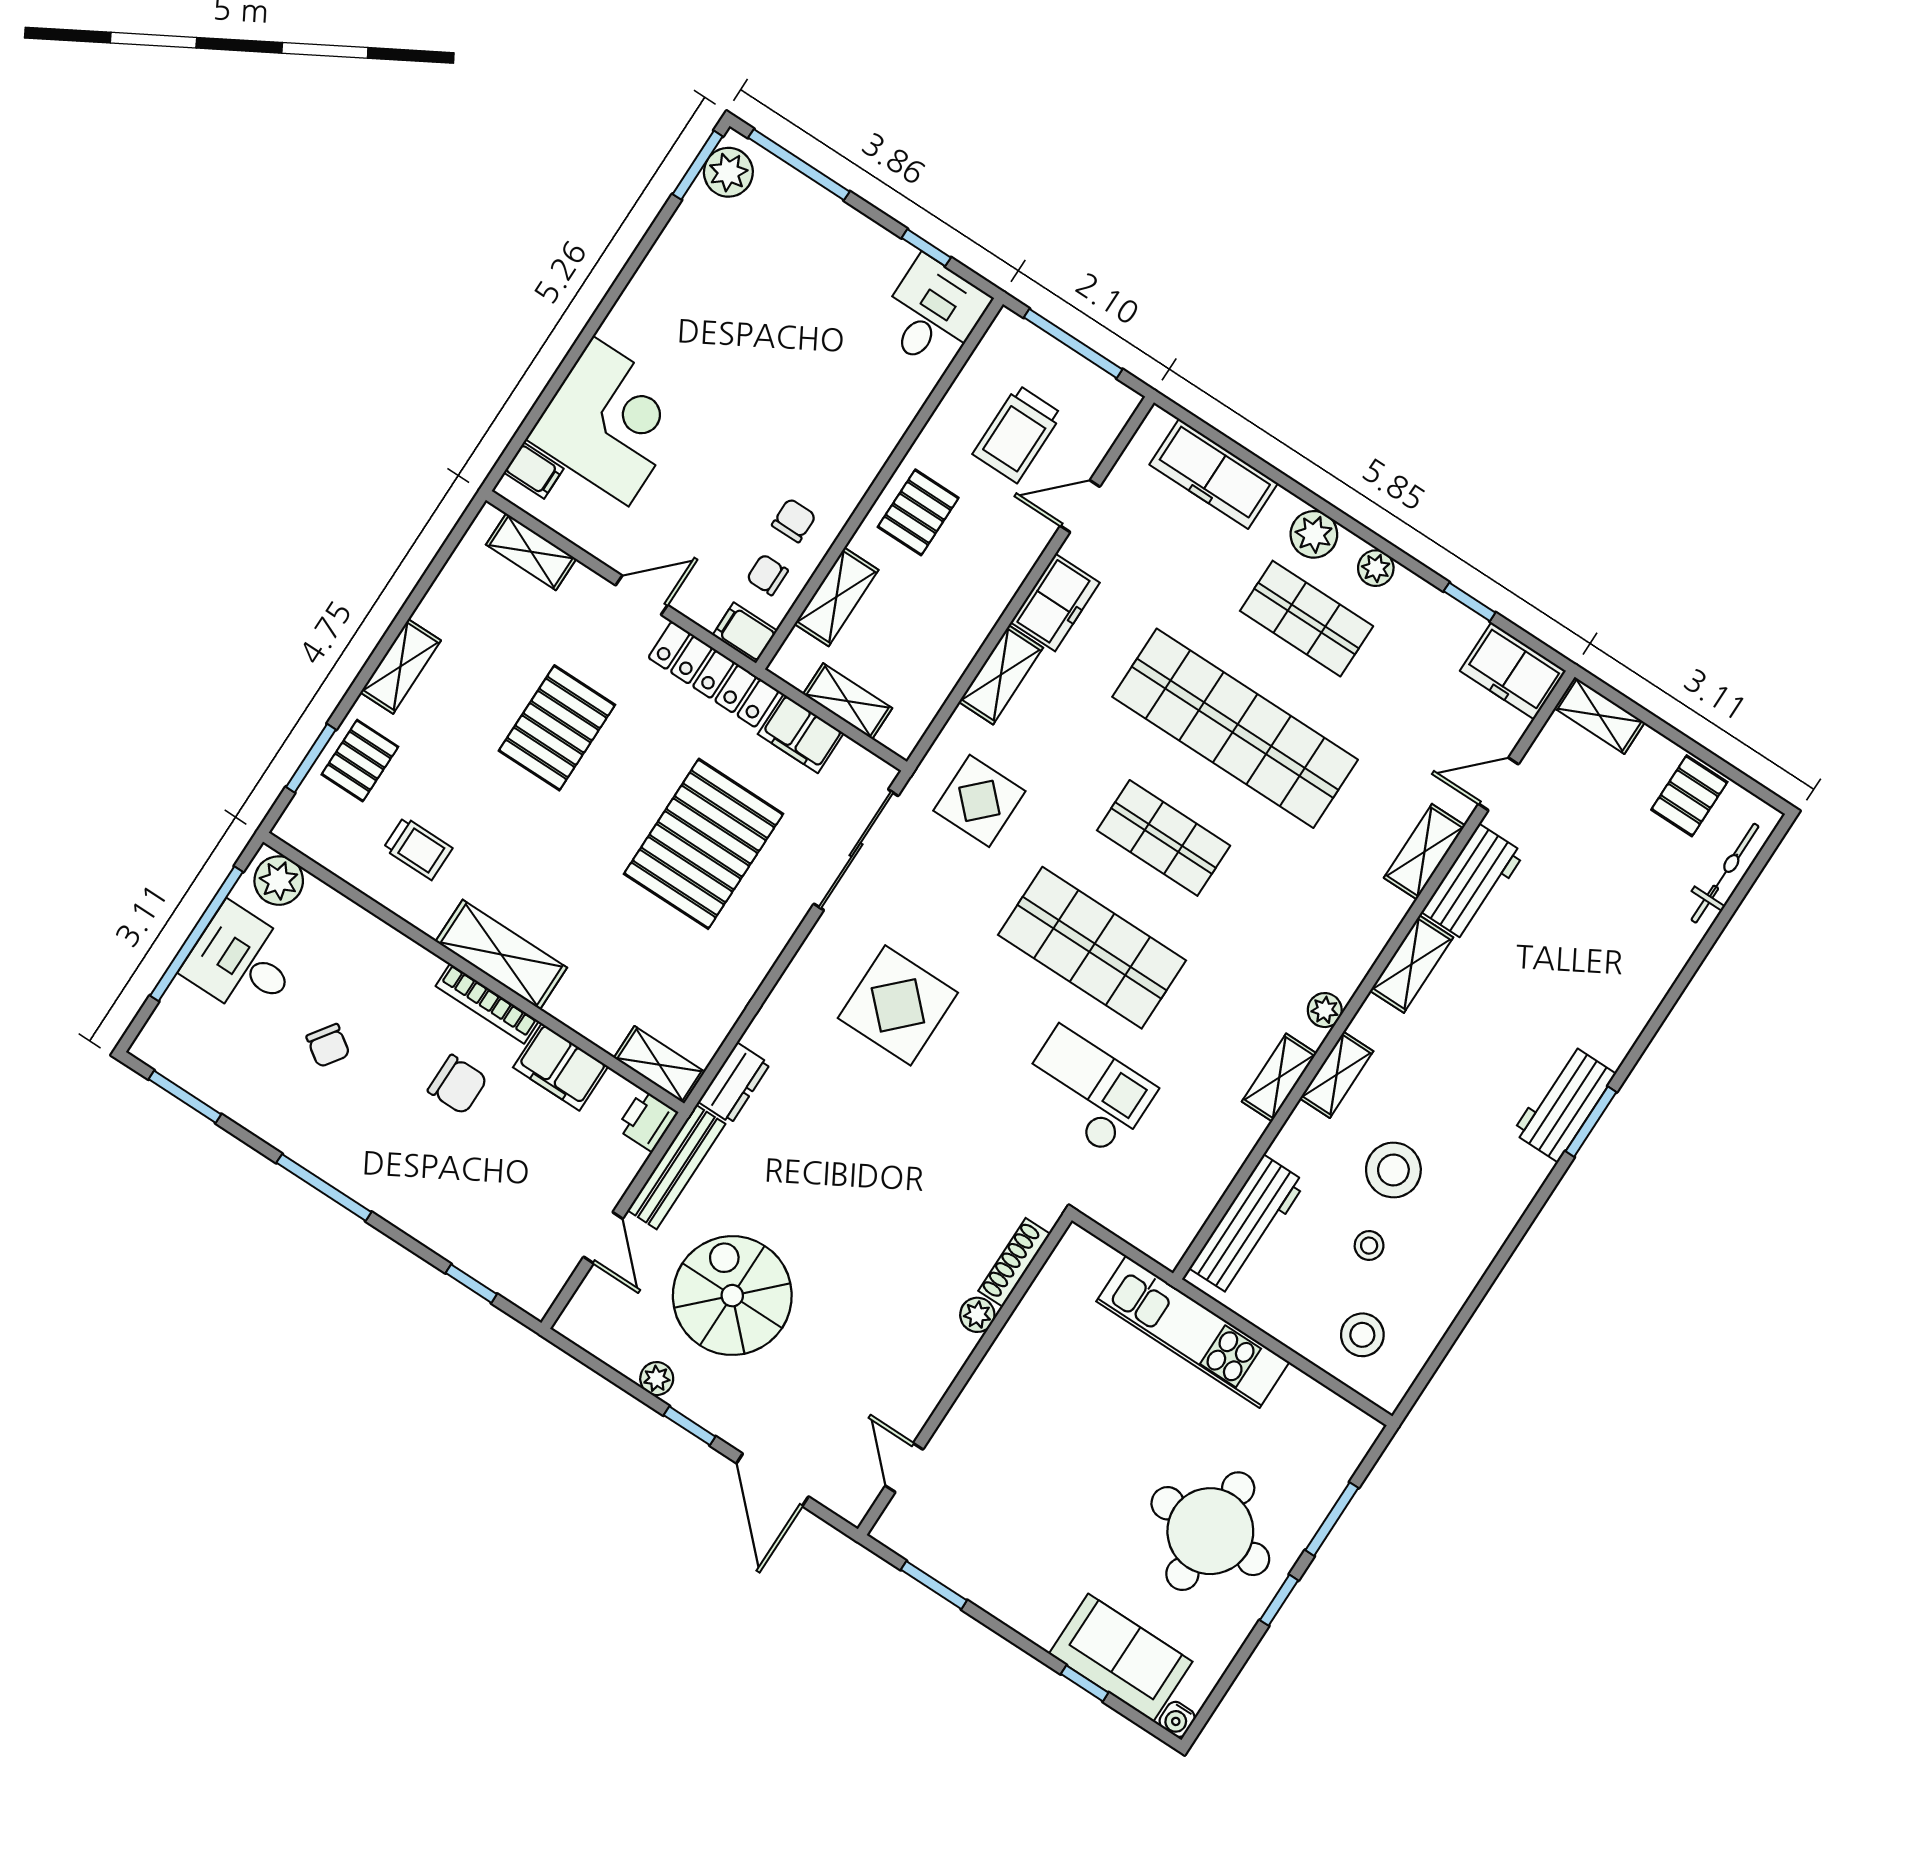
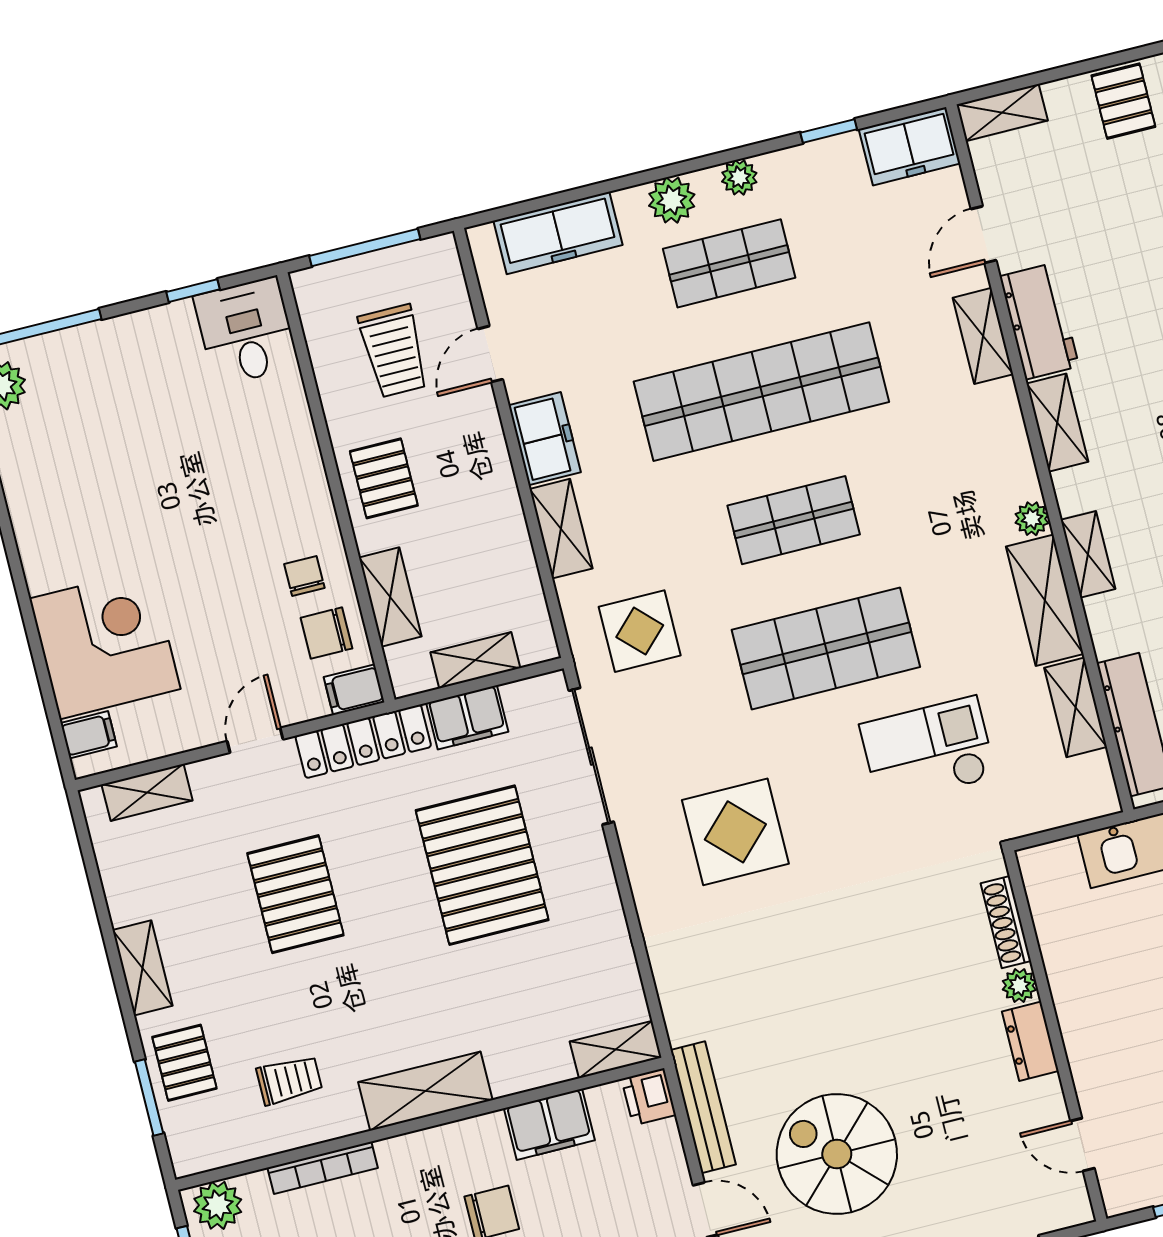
chair: (767, 575) -> (326, 633), width x1.37, depth x1.37
bookcase: (487, 1004) -> (323, 1168), moved
shelving: (1279, 1078) -> (1045, 600), width x1.50, depth x1.33
dresser: (734, 1083) -> (1030, 1041), moved, turned 180
shelving: (1217, 1169) -> (1076, 707), added

